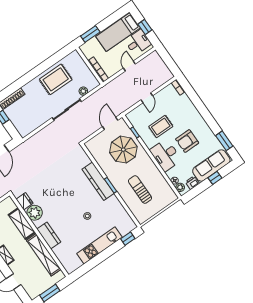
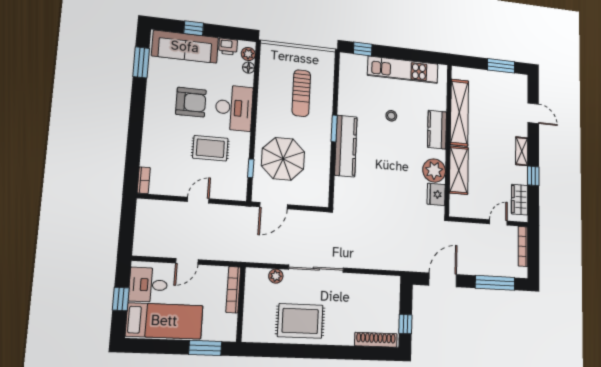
fridge: (24, 201) -> (436, 194), moved
plant: (35, 213) -> (434, 171), moved
shelving: (22, 224) -> (459, 170), moved
wall: (39, 235) -> (448, 140), moved
kitchen counter: (49, 236) -> (437, 130), moved
shelving: (44, 255) -> (459, 113), moved

